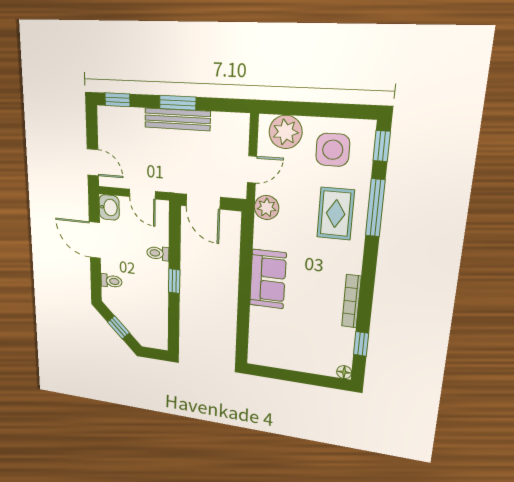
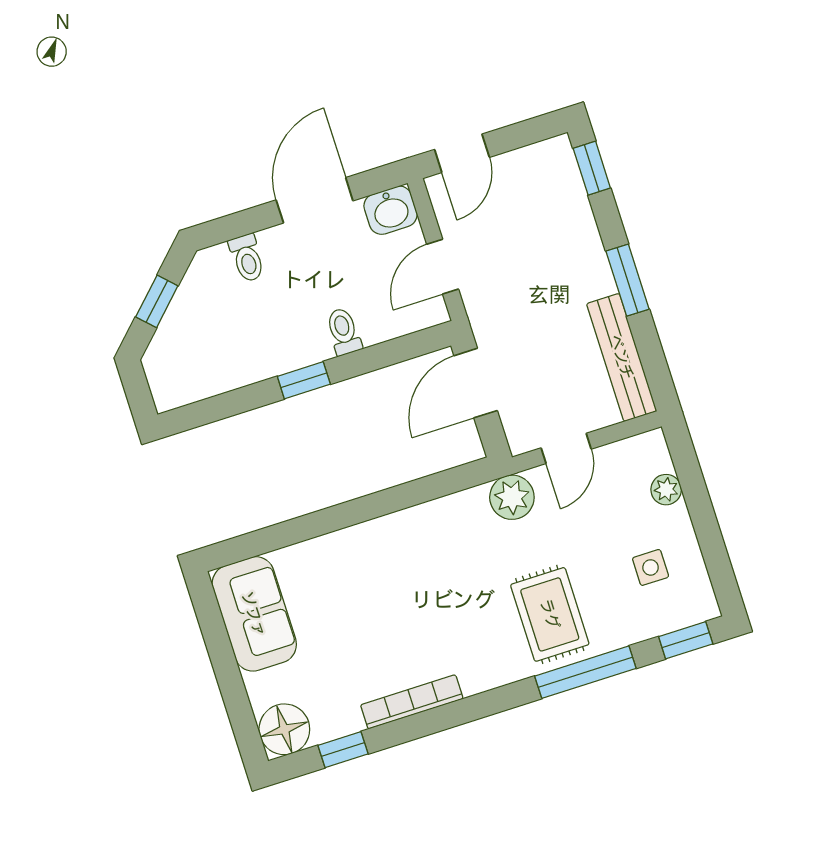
bench: (177, 119) -> (622, 357), moved
plant: (286, 132) -> (666, 490), width x0.53, depth x0.53
side table: (333, 150) -> (651, 567), width x0.54, depth x0.54
door: (252, 169) -> (566, 448), hinge flipped
rug: (336, 214) -> (550, 614), turned 90
sofa: (268, 279) -> (254, 614), moved, turned -90
floor lamp: (344, 372) -> (284, 729), width x1.89, depth x1.89

